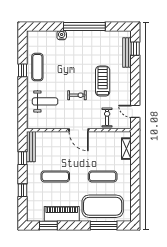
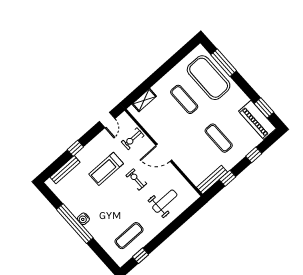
water cooler: (62, 35) -> (83, 219), moved
window: (135, 49) -> (75, 148), moved
exercise mat: (37, 67) -> (129, 236), moved
window: (23, 70) -> (140, 256), moved
weight bench: (45, 101) -> (165, 201), turned 90
door: (79, 130) -> (164, 153), swing flipped
piano: (62, 214) -> (257, 120), moved

